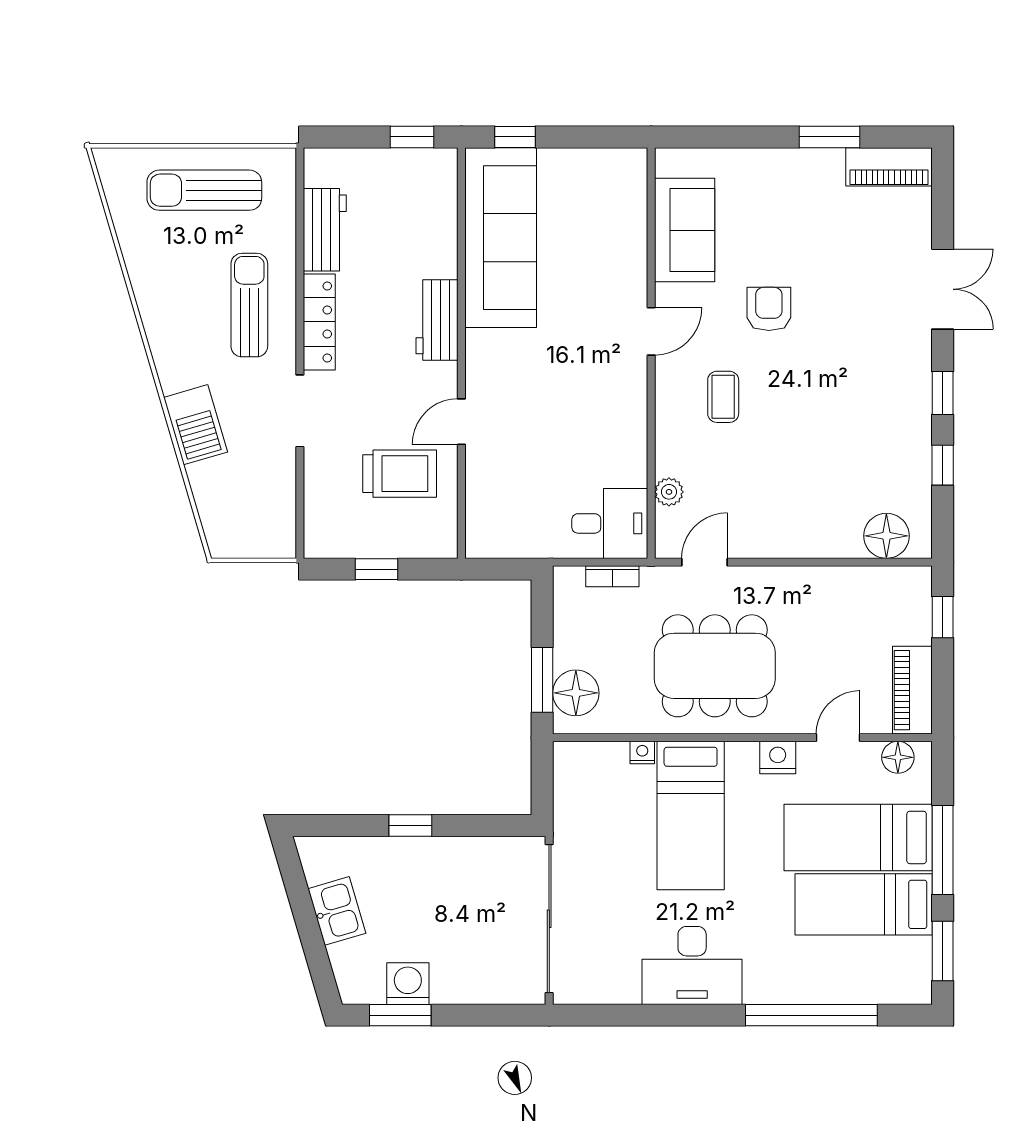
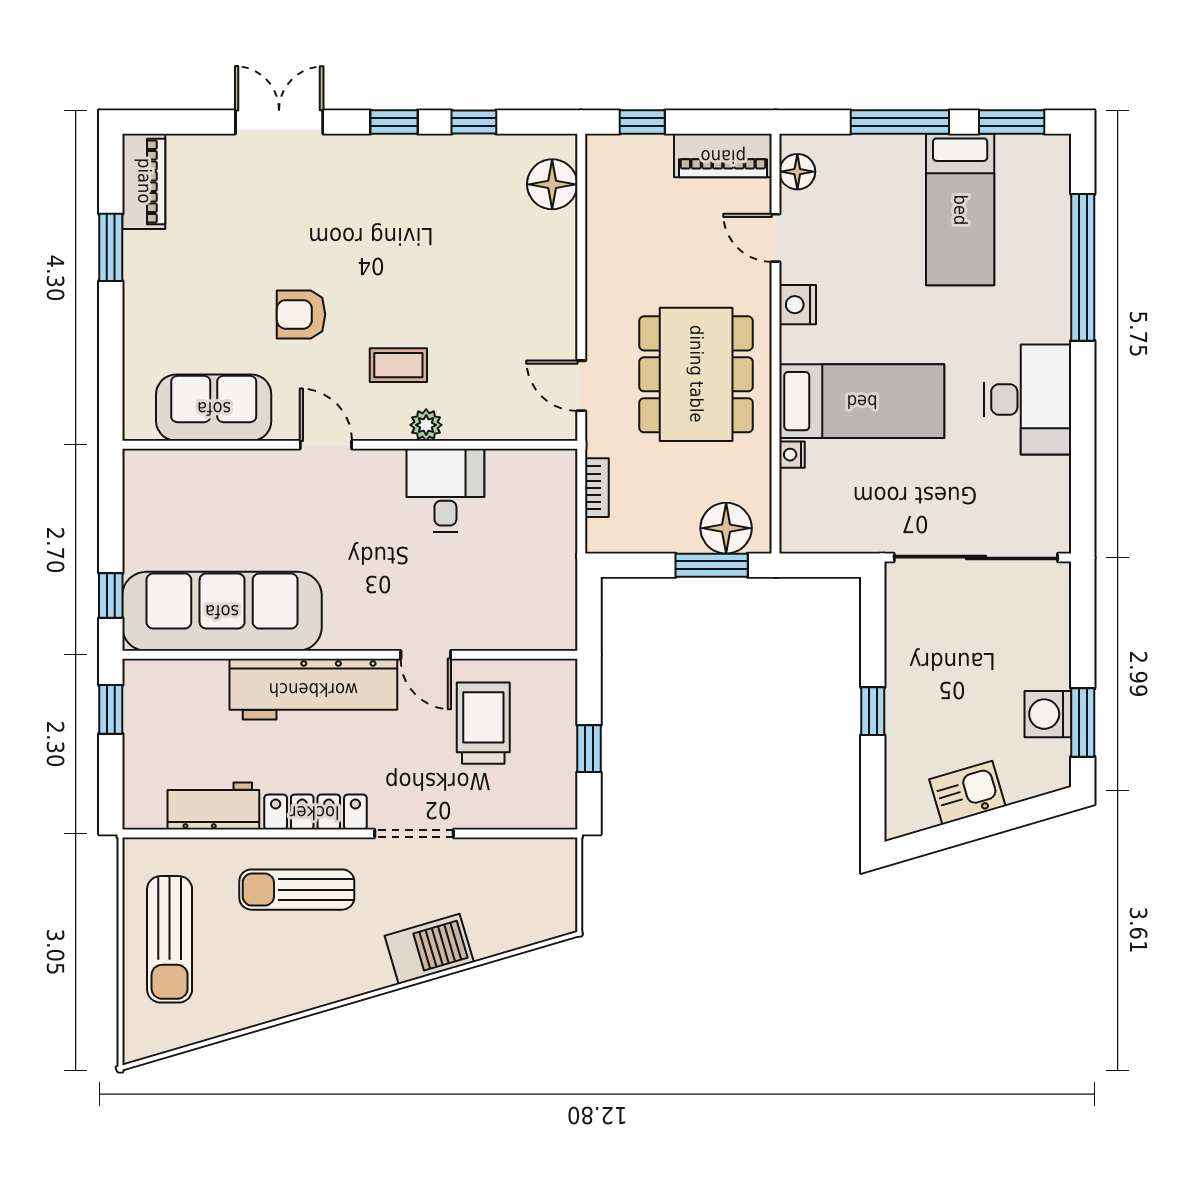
workbench: (437, 320) -> (313, 689), width x1.88, depth x1.32
plant: (669, 492) -> (426, 425), moved
desk: (610, 523) -> (445, 491), moved
bed: (858, 837) -> (886, 216), removed

